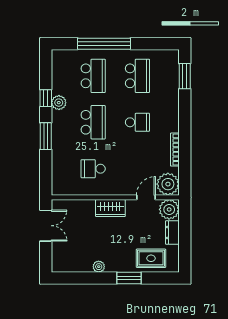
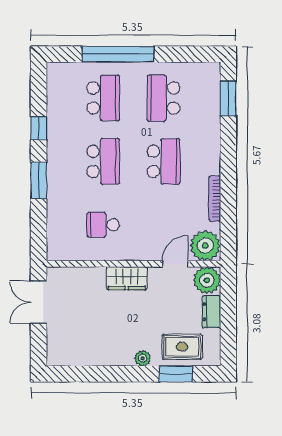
school desk: (137, 76) -> (164, 98), turned 180
plant: (59, 103) -> (56, 134), removed
school desk: (137, 122) -> (164, 161), width x1.85
double door: (46, 226) -> (39, 302), swing flipped
plant: (99, 267) -> (143, 358), moved
window: (129, 278) -> (176, 374), moved

